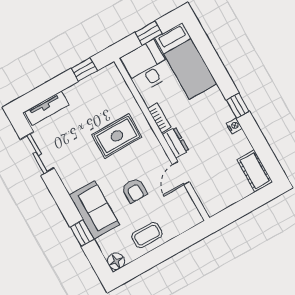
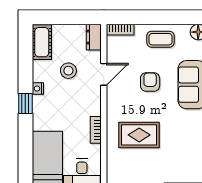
dresser: (176, 143) -> (94, 37), moved
stool: (215, 158) -> (68, 71), added
bookcase: (189, 223) -> (120, 30), added

